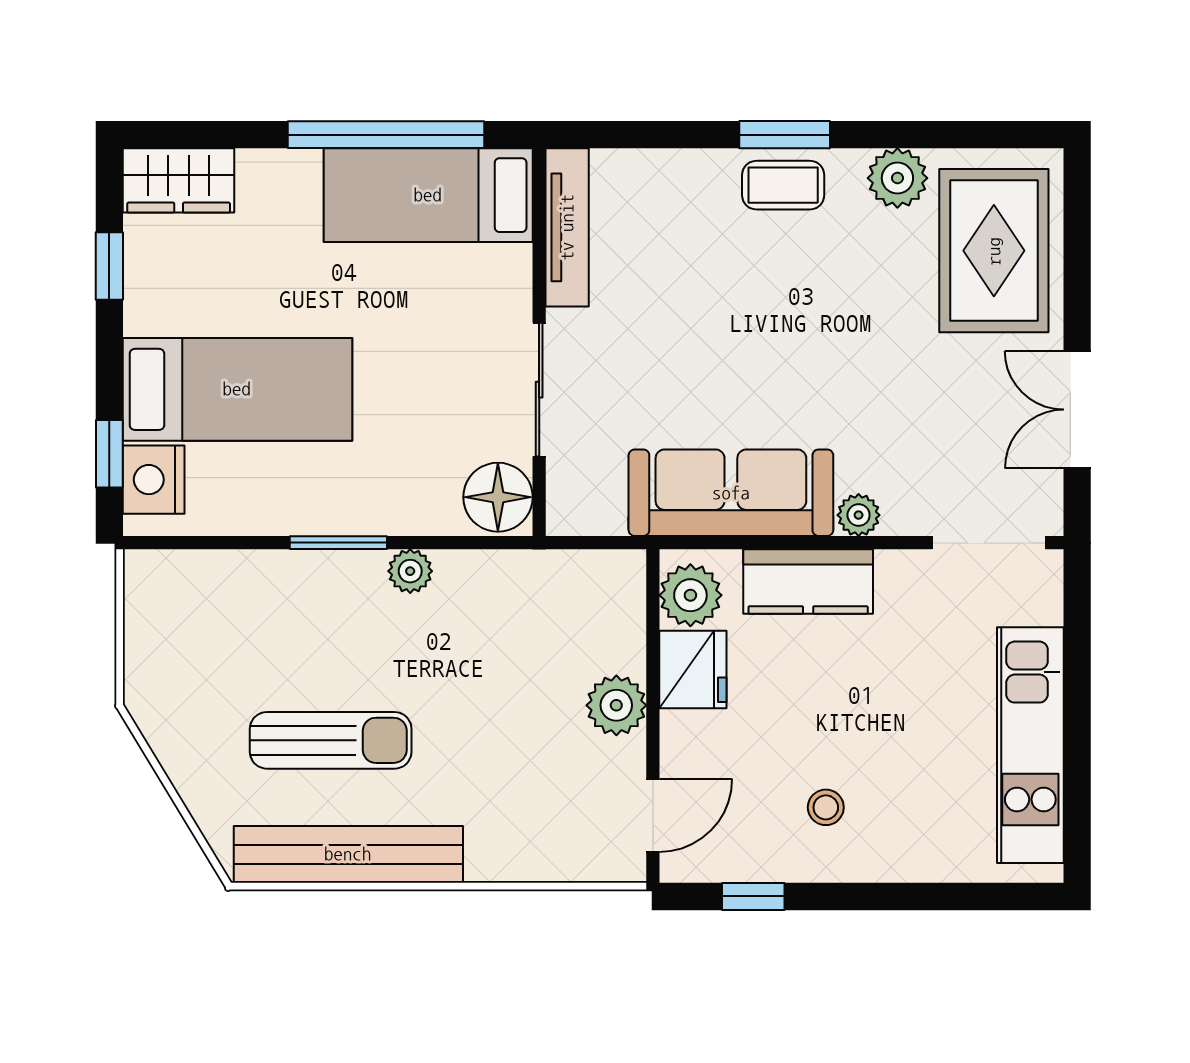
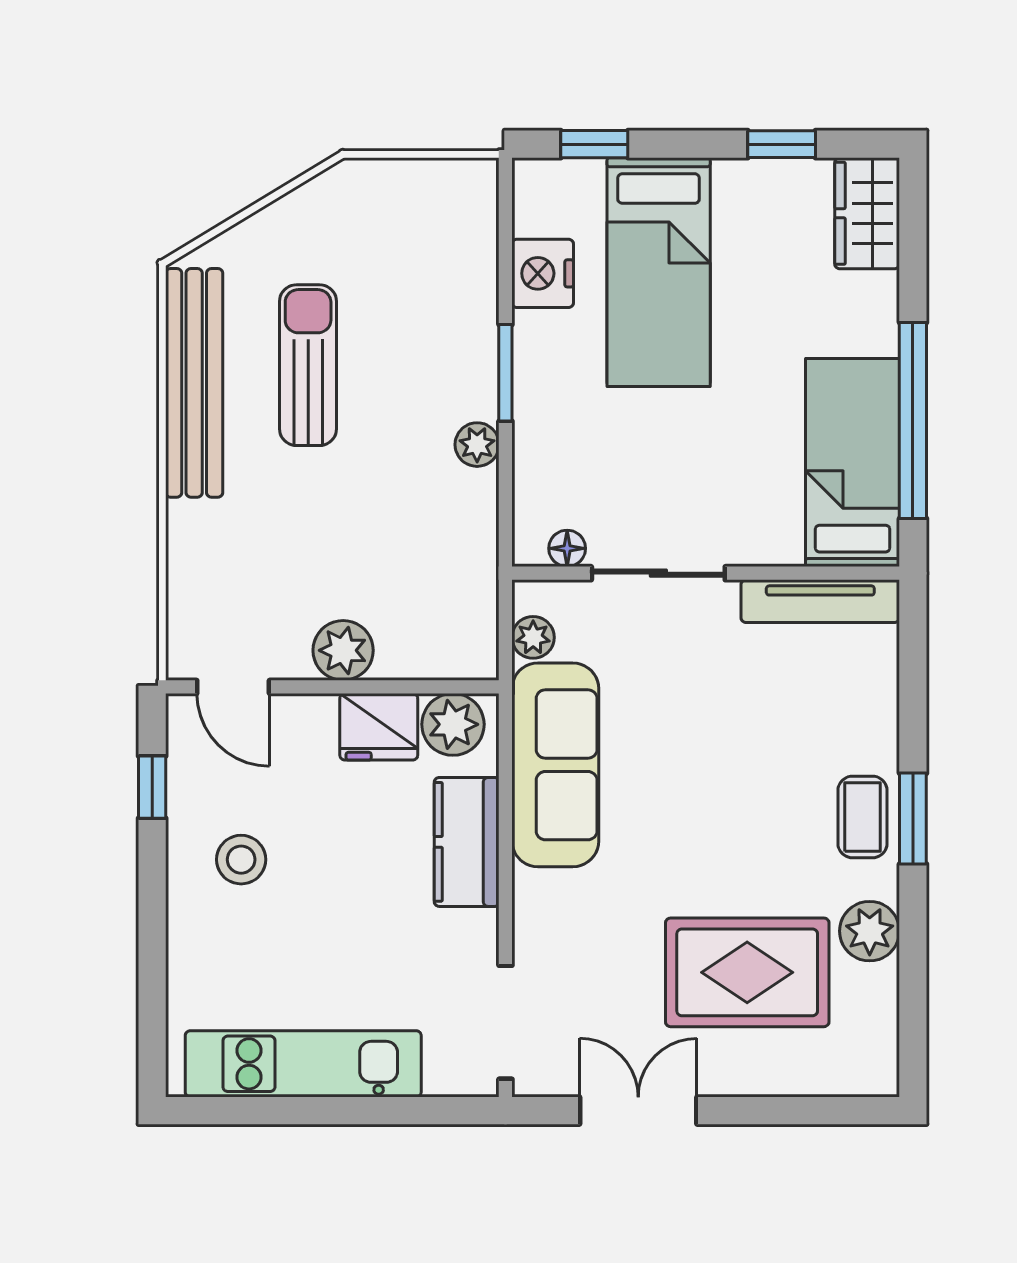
rug: (994, 251) -> (747, 972), moved
nightstand: (154, 480) -> (543, 273), moved, turned -90
floor lamp: (498, 497) -> (567, 548), width x0.53, depth x0.53
plant: (859, 515) -> (533, 637), moved
sun lounger: (331, 740) -> (308, 365), turned 180
stool: (826, 807) -> (241, 860), width x1.37, depth x1.37

